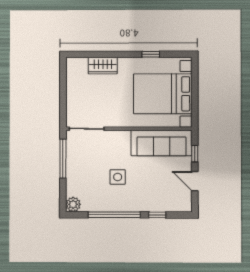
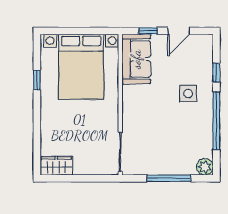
wardrobe: (103, 66) -> (56, 166), moved, turned -90
sofa: (162, 143) -> (136, 59), width x0.73
window: (63, 159) -> (169, 178), moved
side table: (118, 177) -> (188, 94), moved

